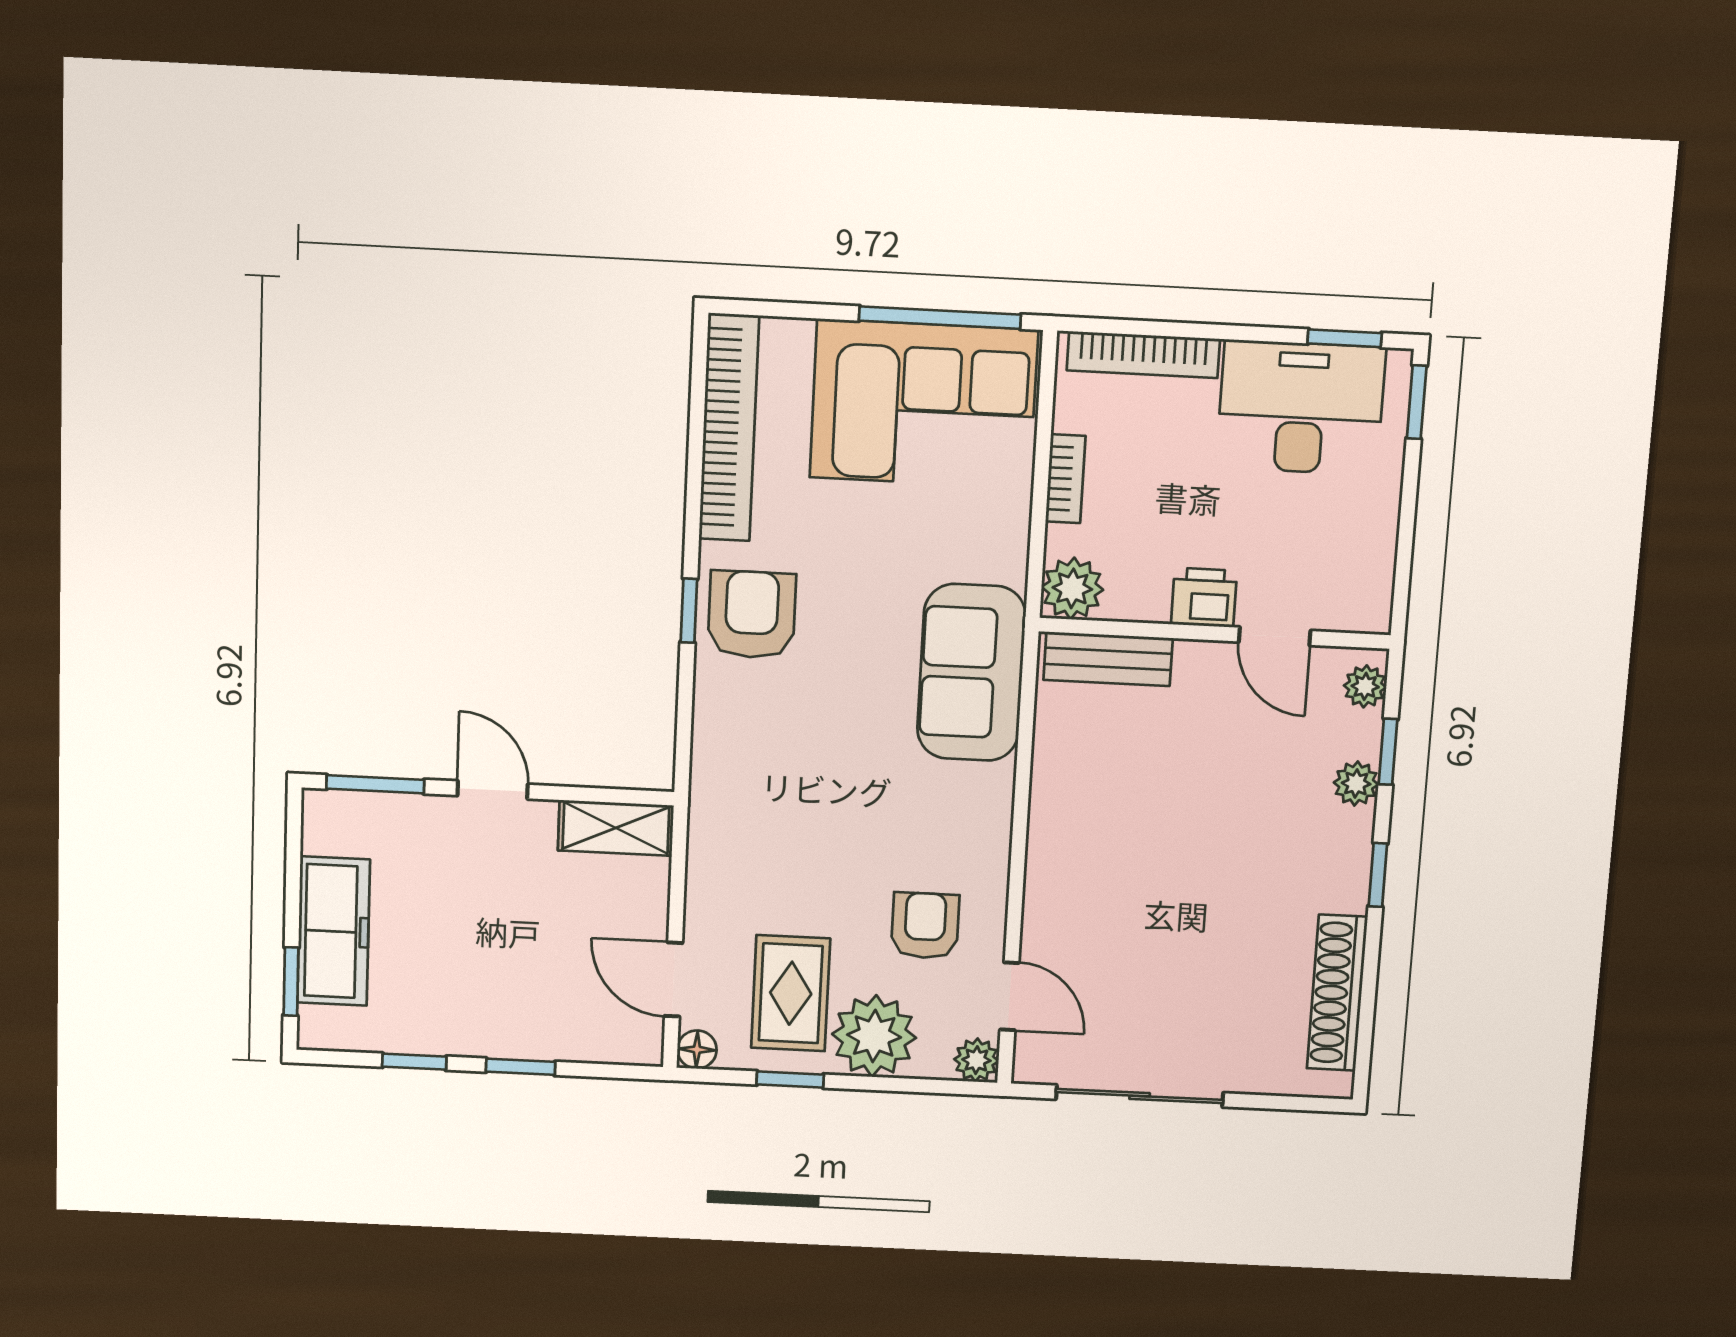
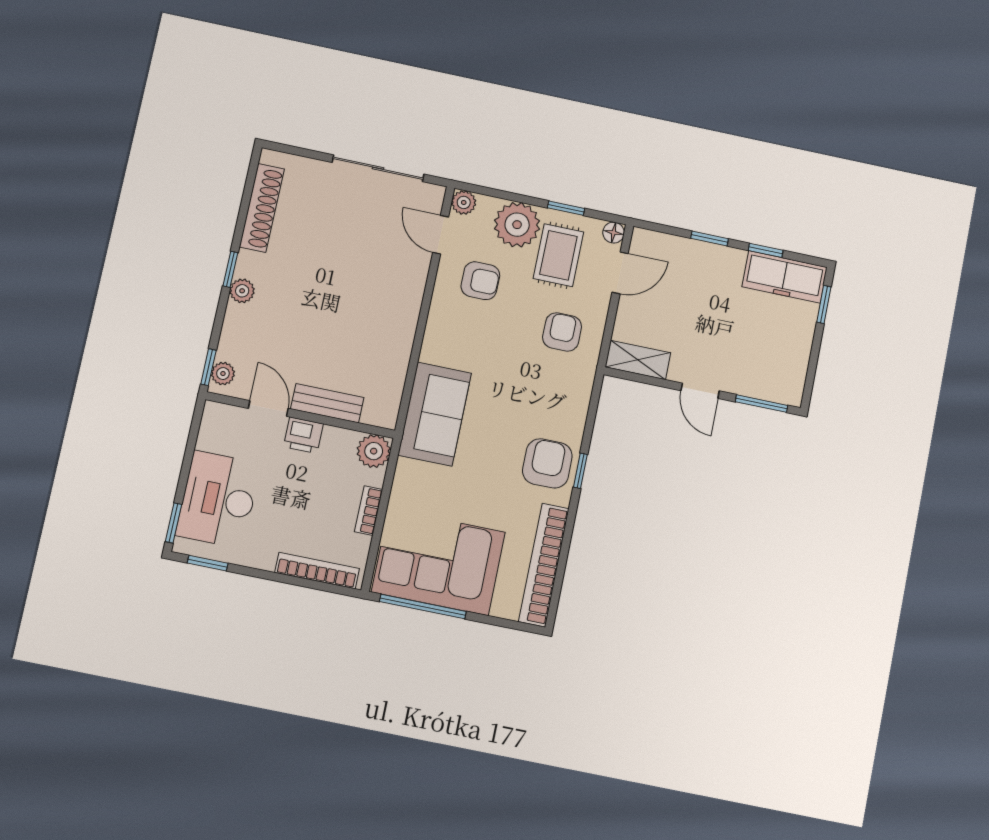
desk: (1301, 408) -> (218, 499), moved, turned 90
armchair: (752, 615) -> (547, 463), turned 180
bench: (1108, 659) -> (327, 403), moved
window: (1388, 752) -> (208, 367), moved
plant: (1356, 784) -> (242, 291), moved
armchair: (762, 857) -> (562, 332), added
armchair: (925, 926) -> (480, 281), turned -90
freezer: (334, 931) -> (785, 277), moved, turned -90
door: (673, 980) -> (620, 273), hinge flipped

